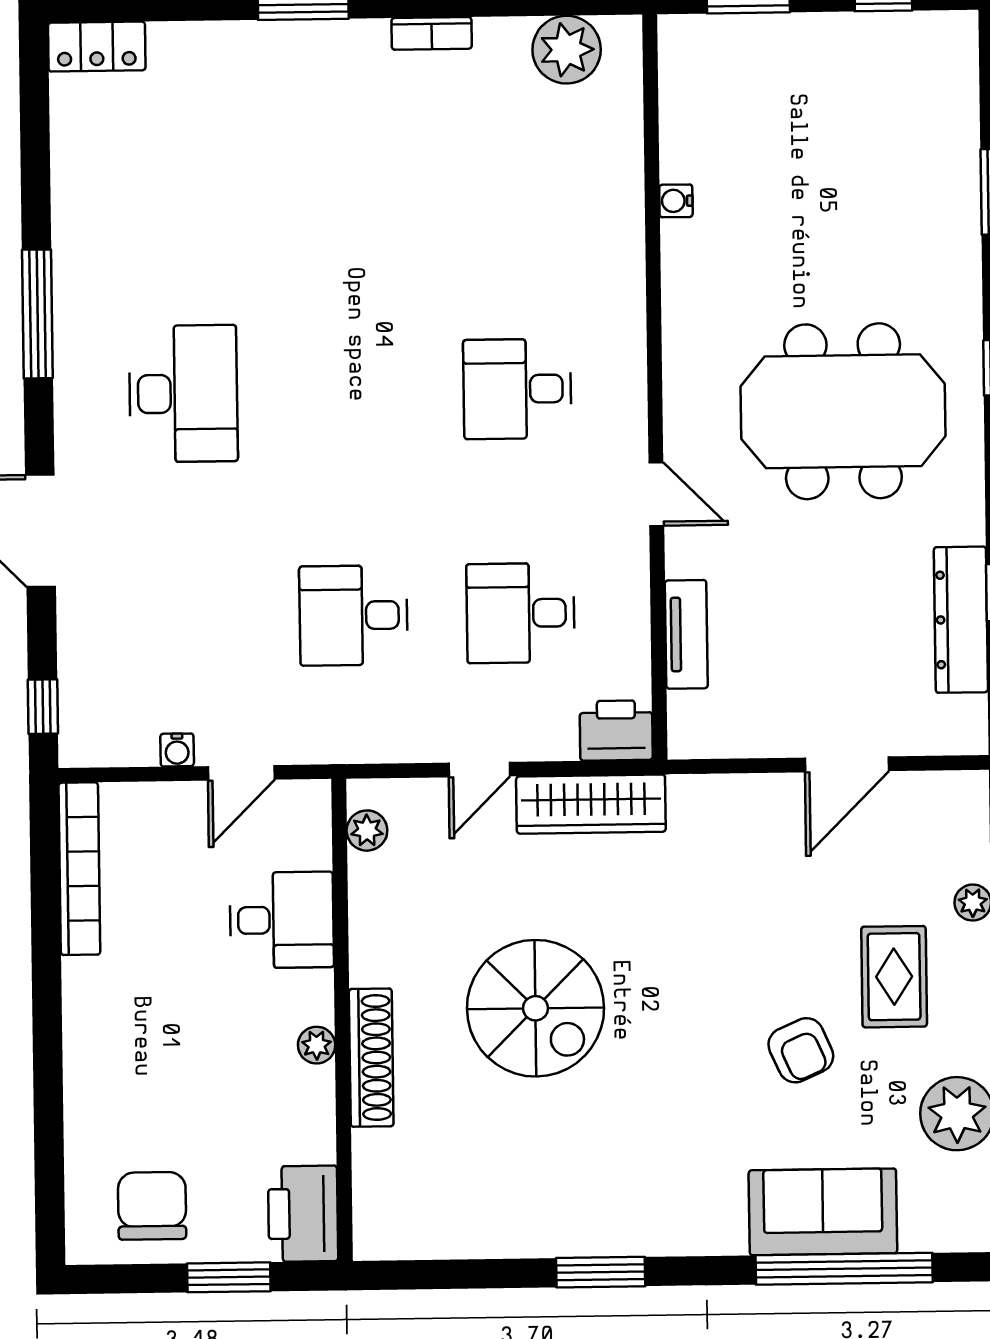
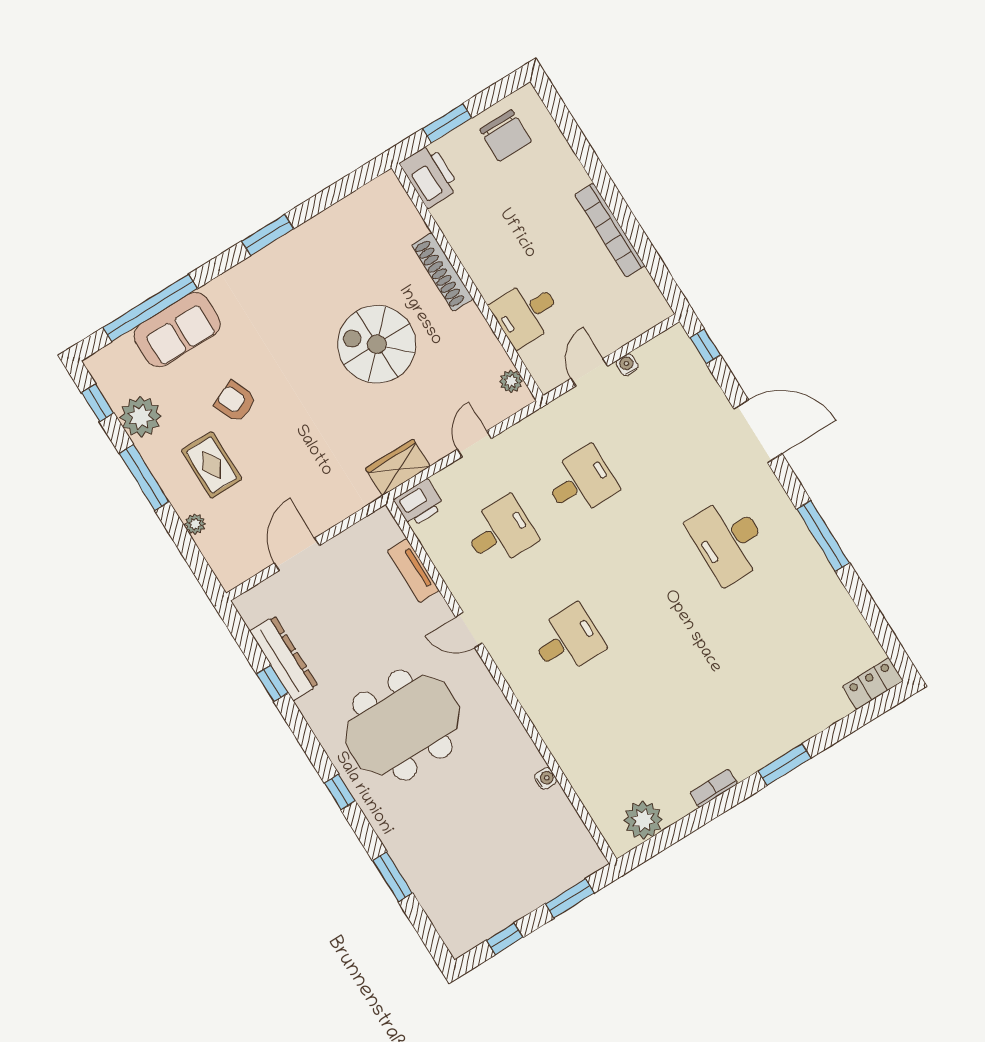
wardrobe: (591, 804) -> (398, 467), width x0.67
bookcase: (79, 869) -> (610, 230), moved
plant: (317, 1045) -> (473, 262), removed

